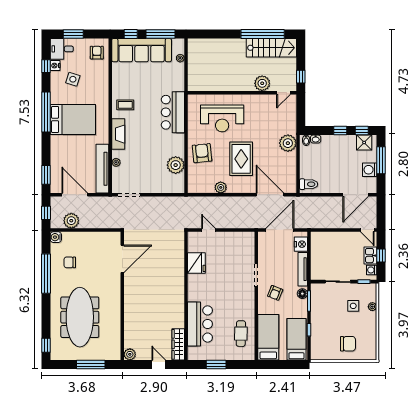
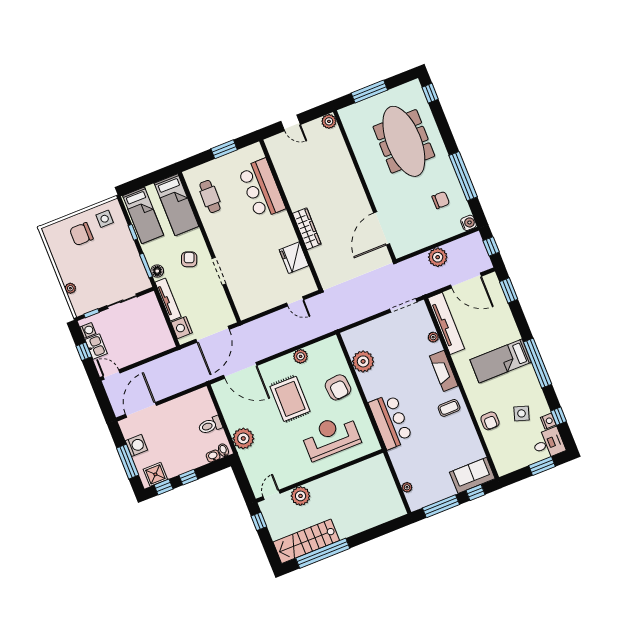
sofa: (142, 50) -> (472, 475), width x0.54, depth x0.79
armchair: (97, 53) -> (490, 421), moved
bed: (73, 119) -> (501, 361), width x0.67
toilet: (309, 184) -> (210, 425), moved
plant: (71, 221) -> (438, 257), moved
side table: (353, 306) -> (105, 219), moved
wardrobe: (178, 344) -> (307, 229), moved

